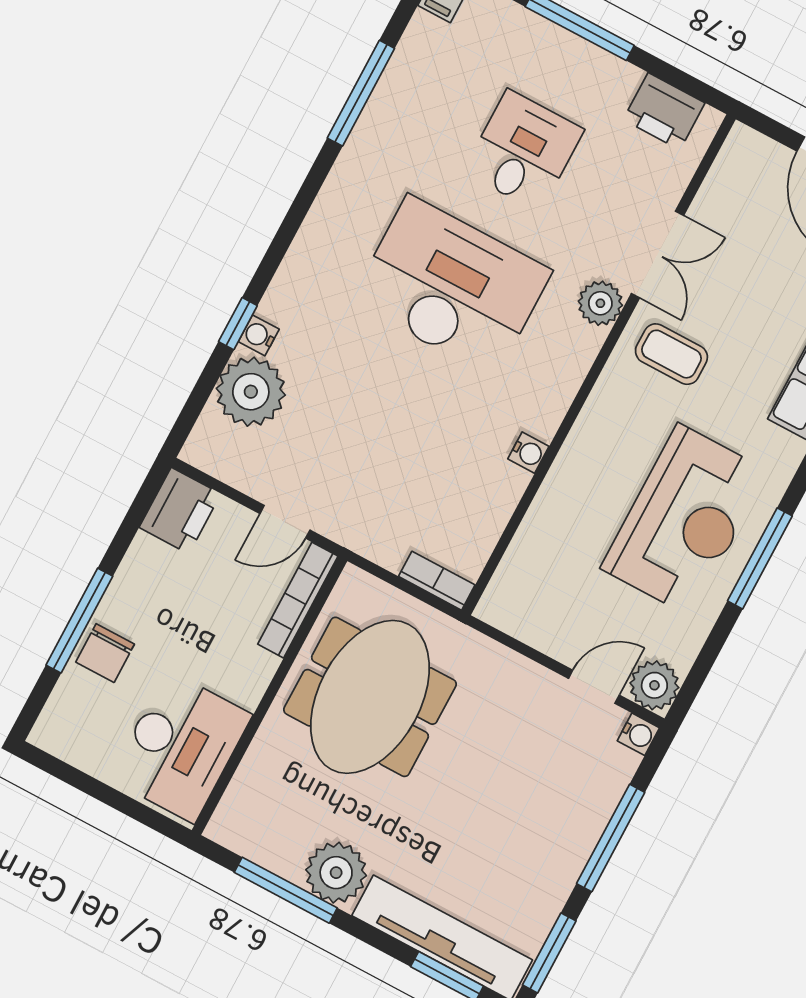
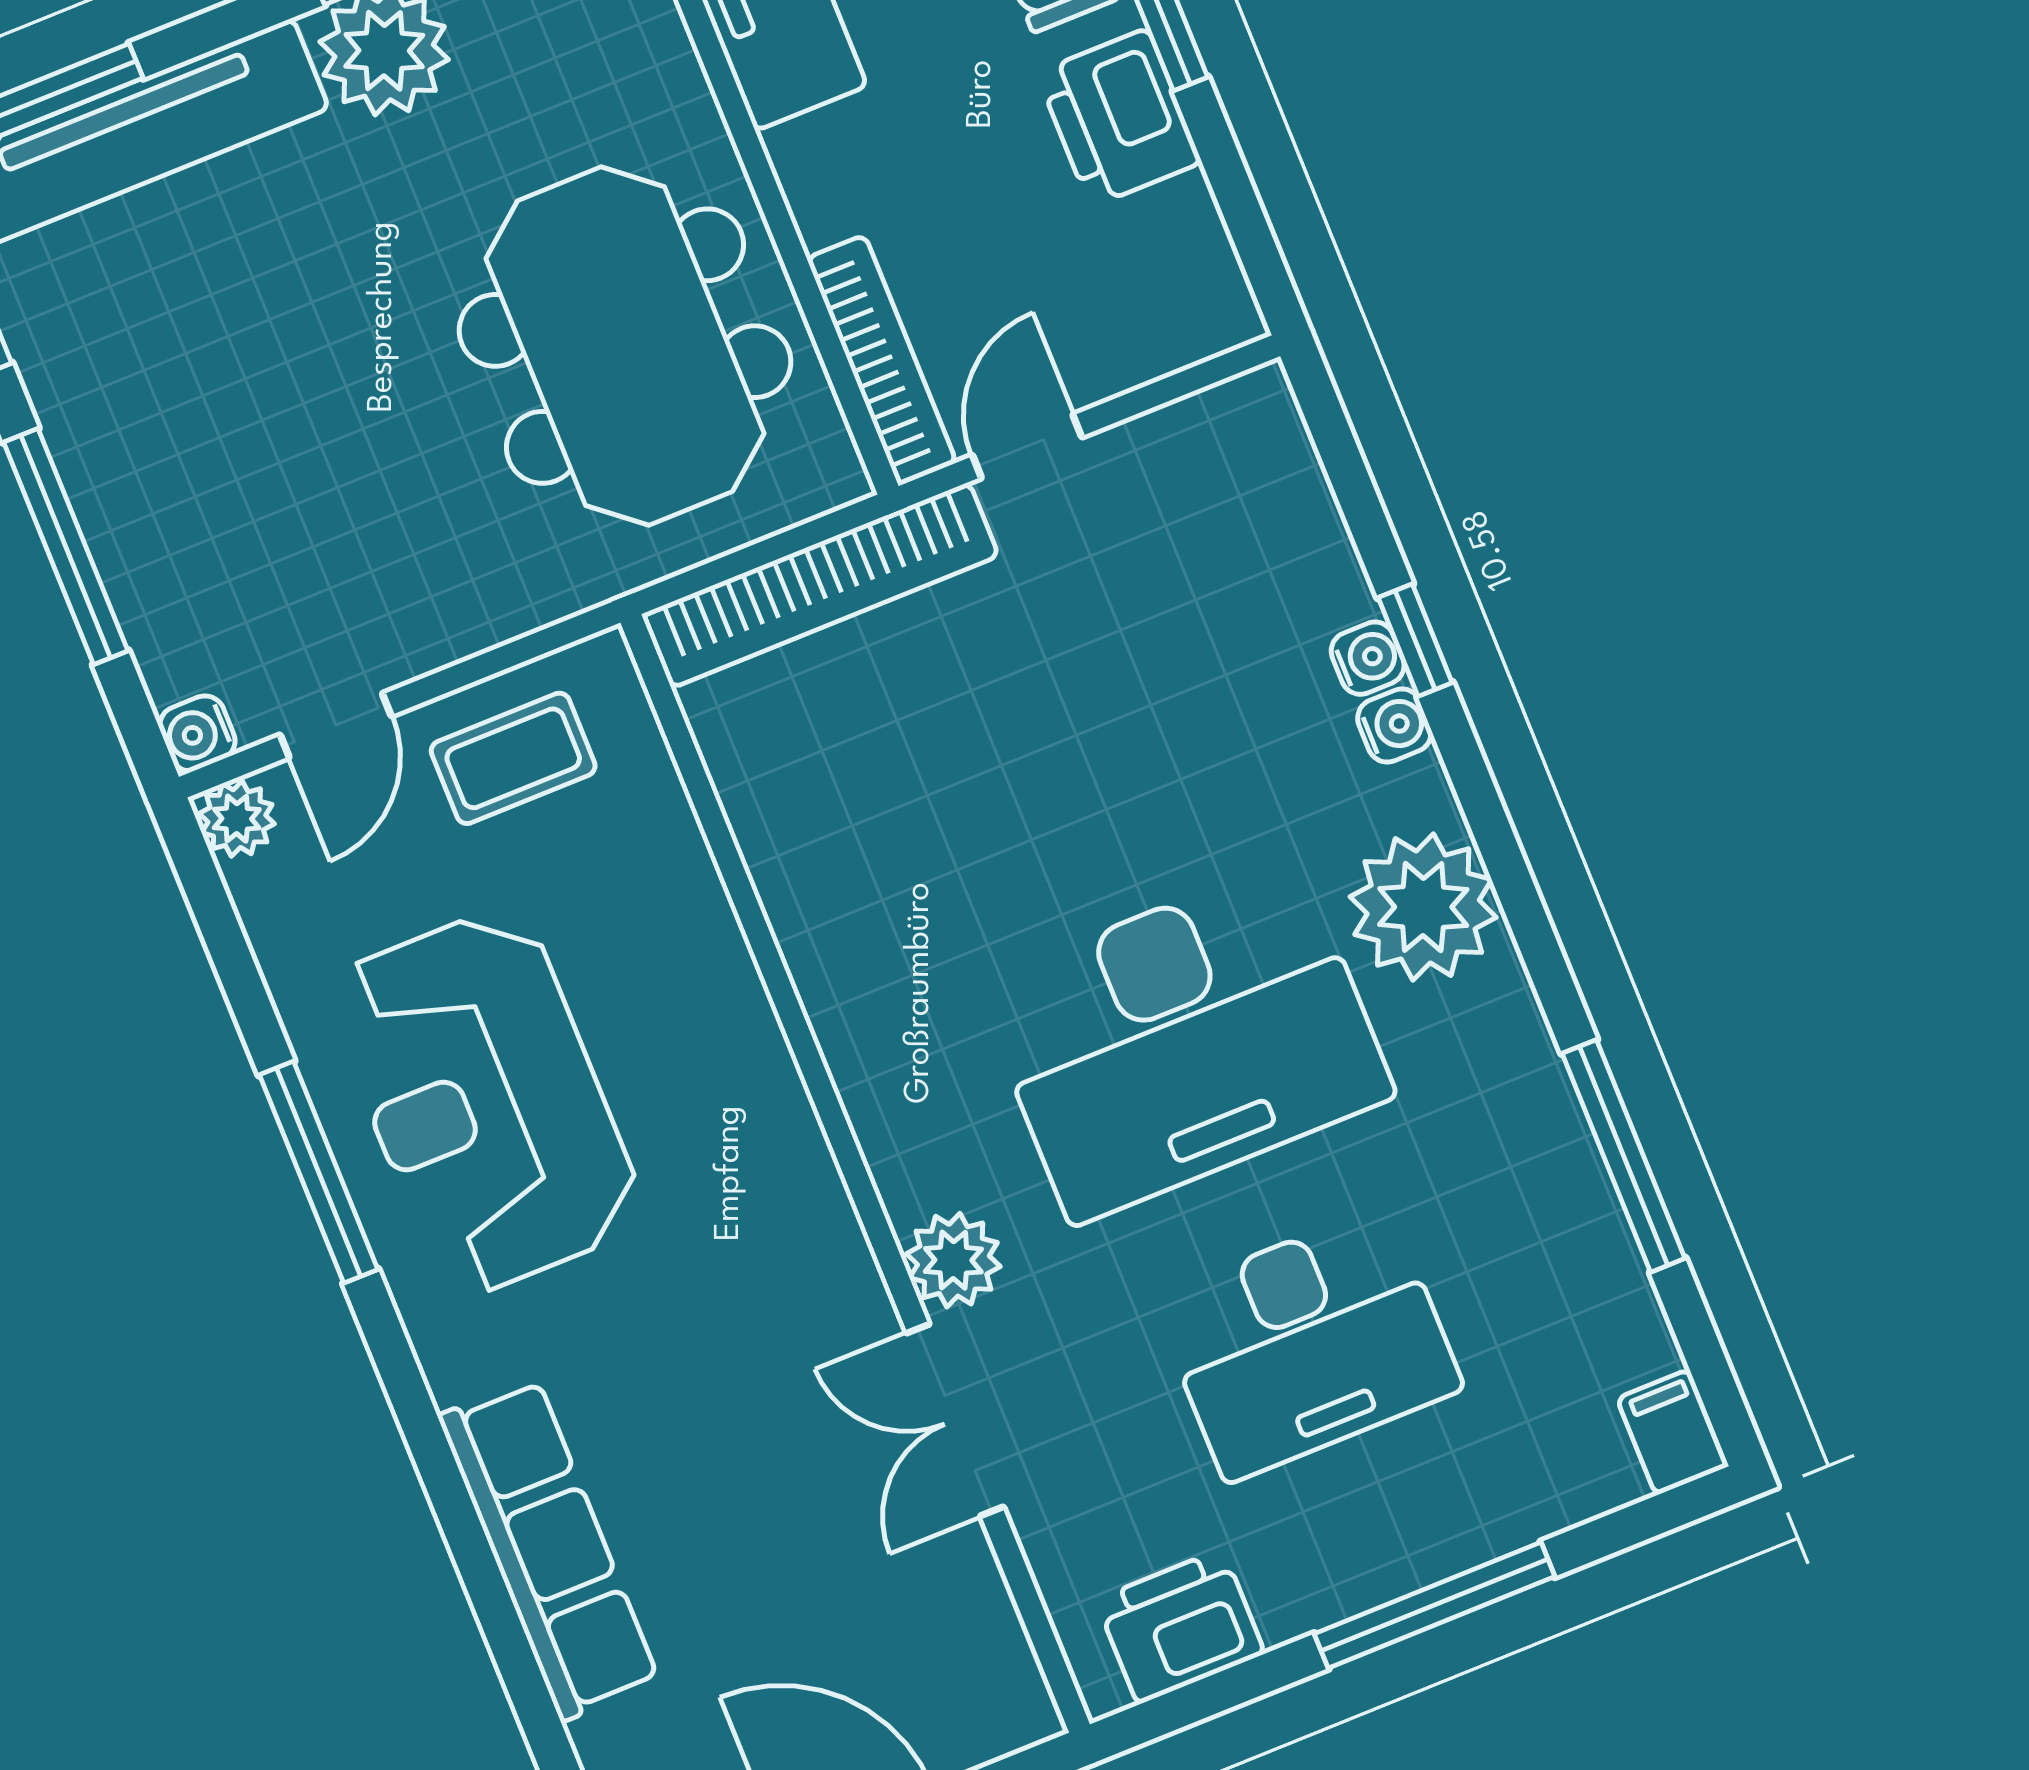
desk: (524, 151) -> (1308, 1343), width x1.37
coffee table: (671, 354) -> (513, 758), moved
plant: (251, 392) -> (1423, 907), moved
water cooler: (528, 453) -> (1394, 726), moved, turned 180
printer: (180, 511) -> (1119, 118), moved
bookcase: (437, 581) -> (820, 585), width x2.31, depth x1.31
plant: (654, 685) -> (237, 819), width x0.73, depth x0.73

